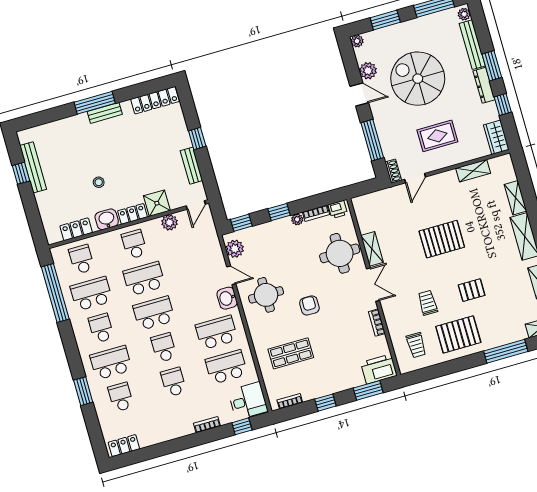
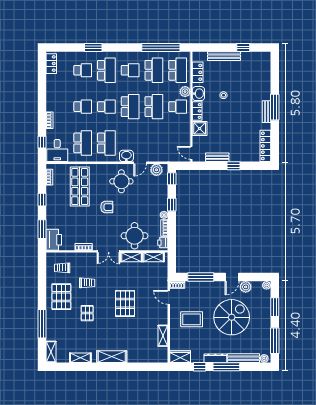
window: (492, 66) -> (226, 367), width x1.44
rug: (437, 136) -> (192, 319), turned 90
bench: (33, 167) -> (224, 56), moved
shelving: (515, 198) -> (154, 257), moved
plant: (170, 222) -> (185, 92), moved
school desk: (82, 259) -> (178, 70), width x1.85
shop shelf: (291, 353) -> (80, 187), width x1.43, depth x1.36

